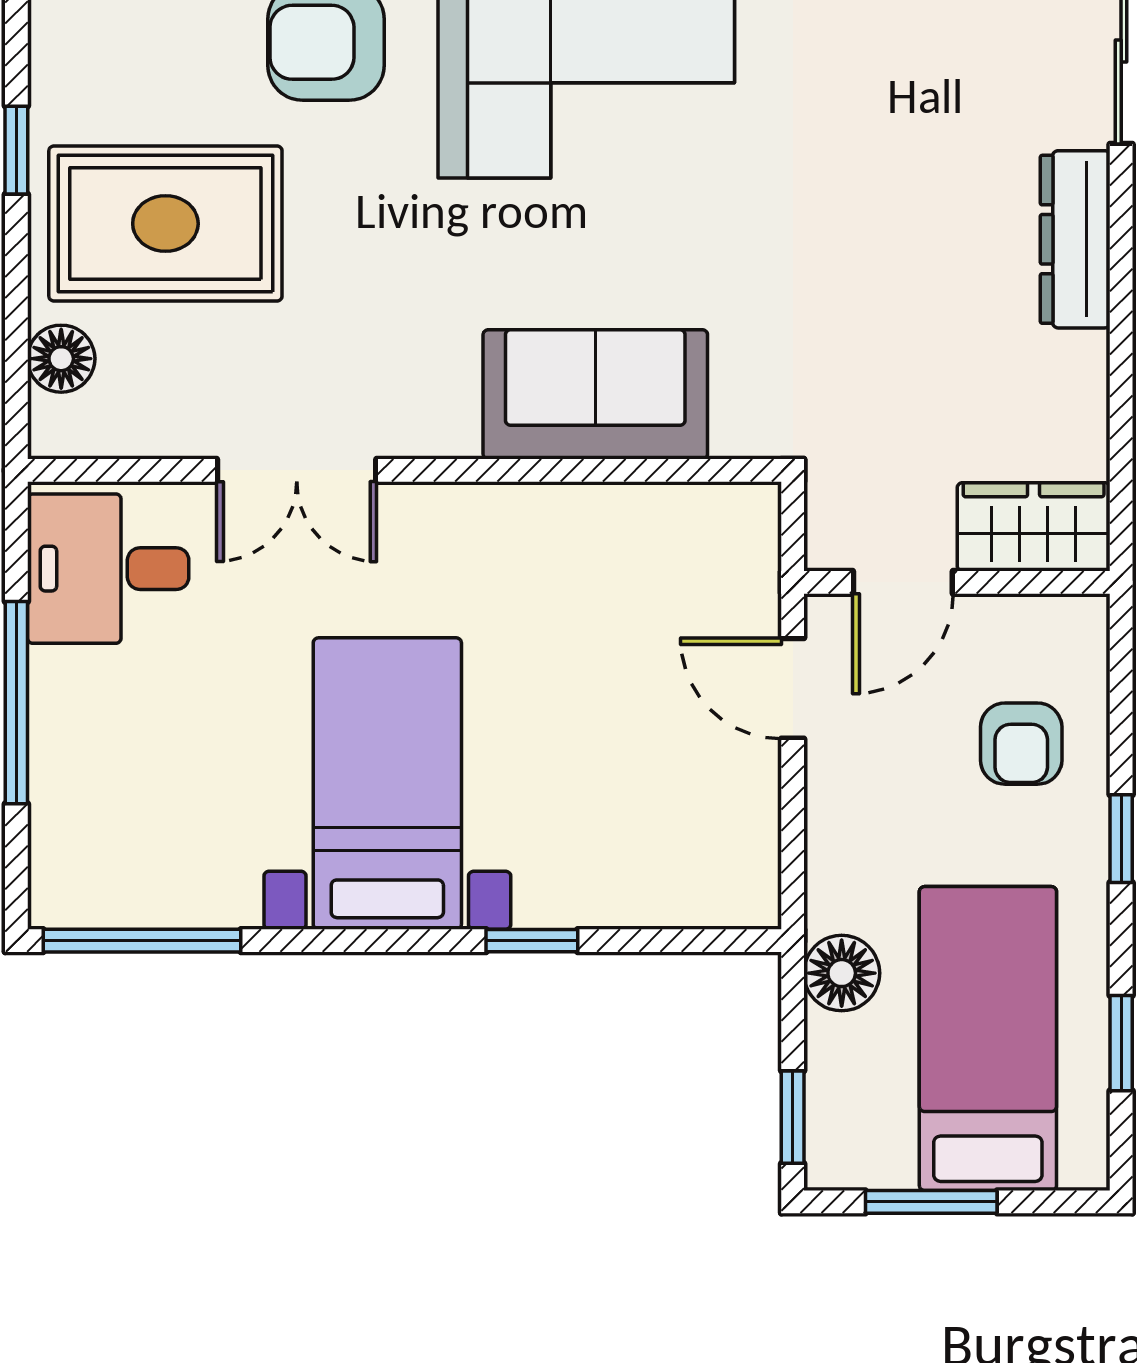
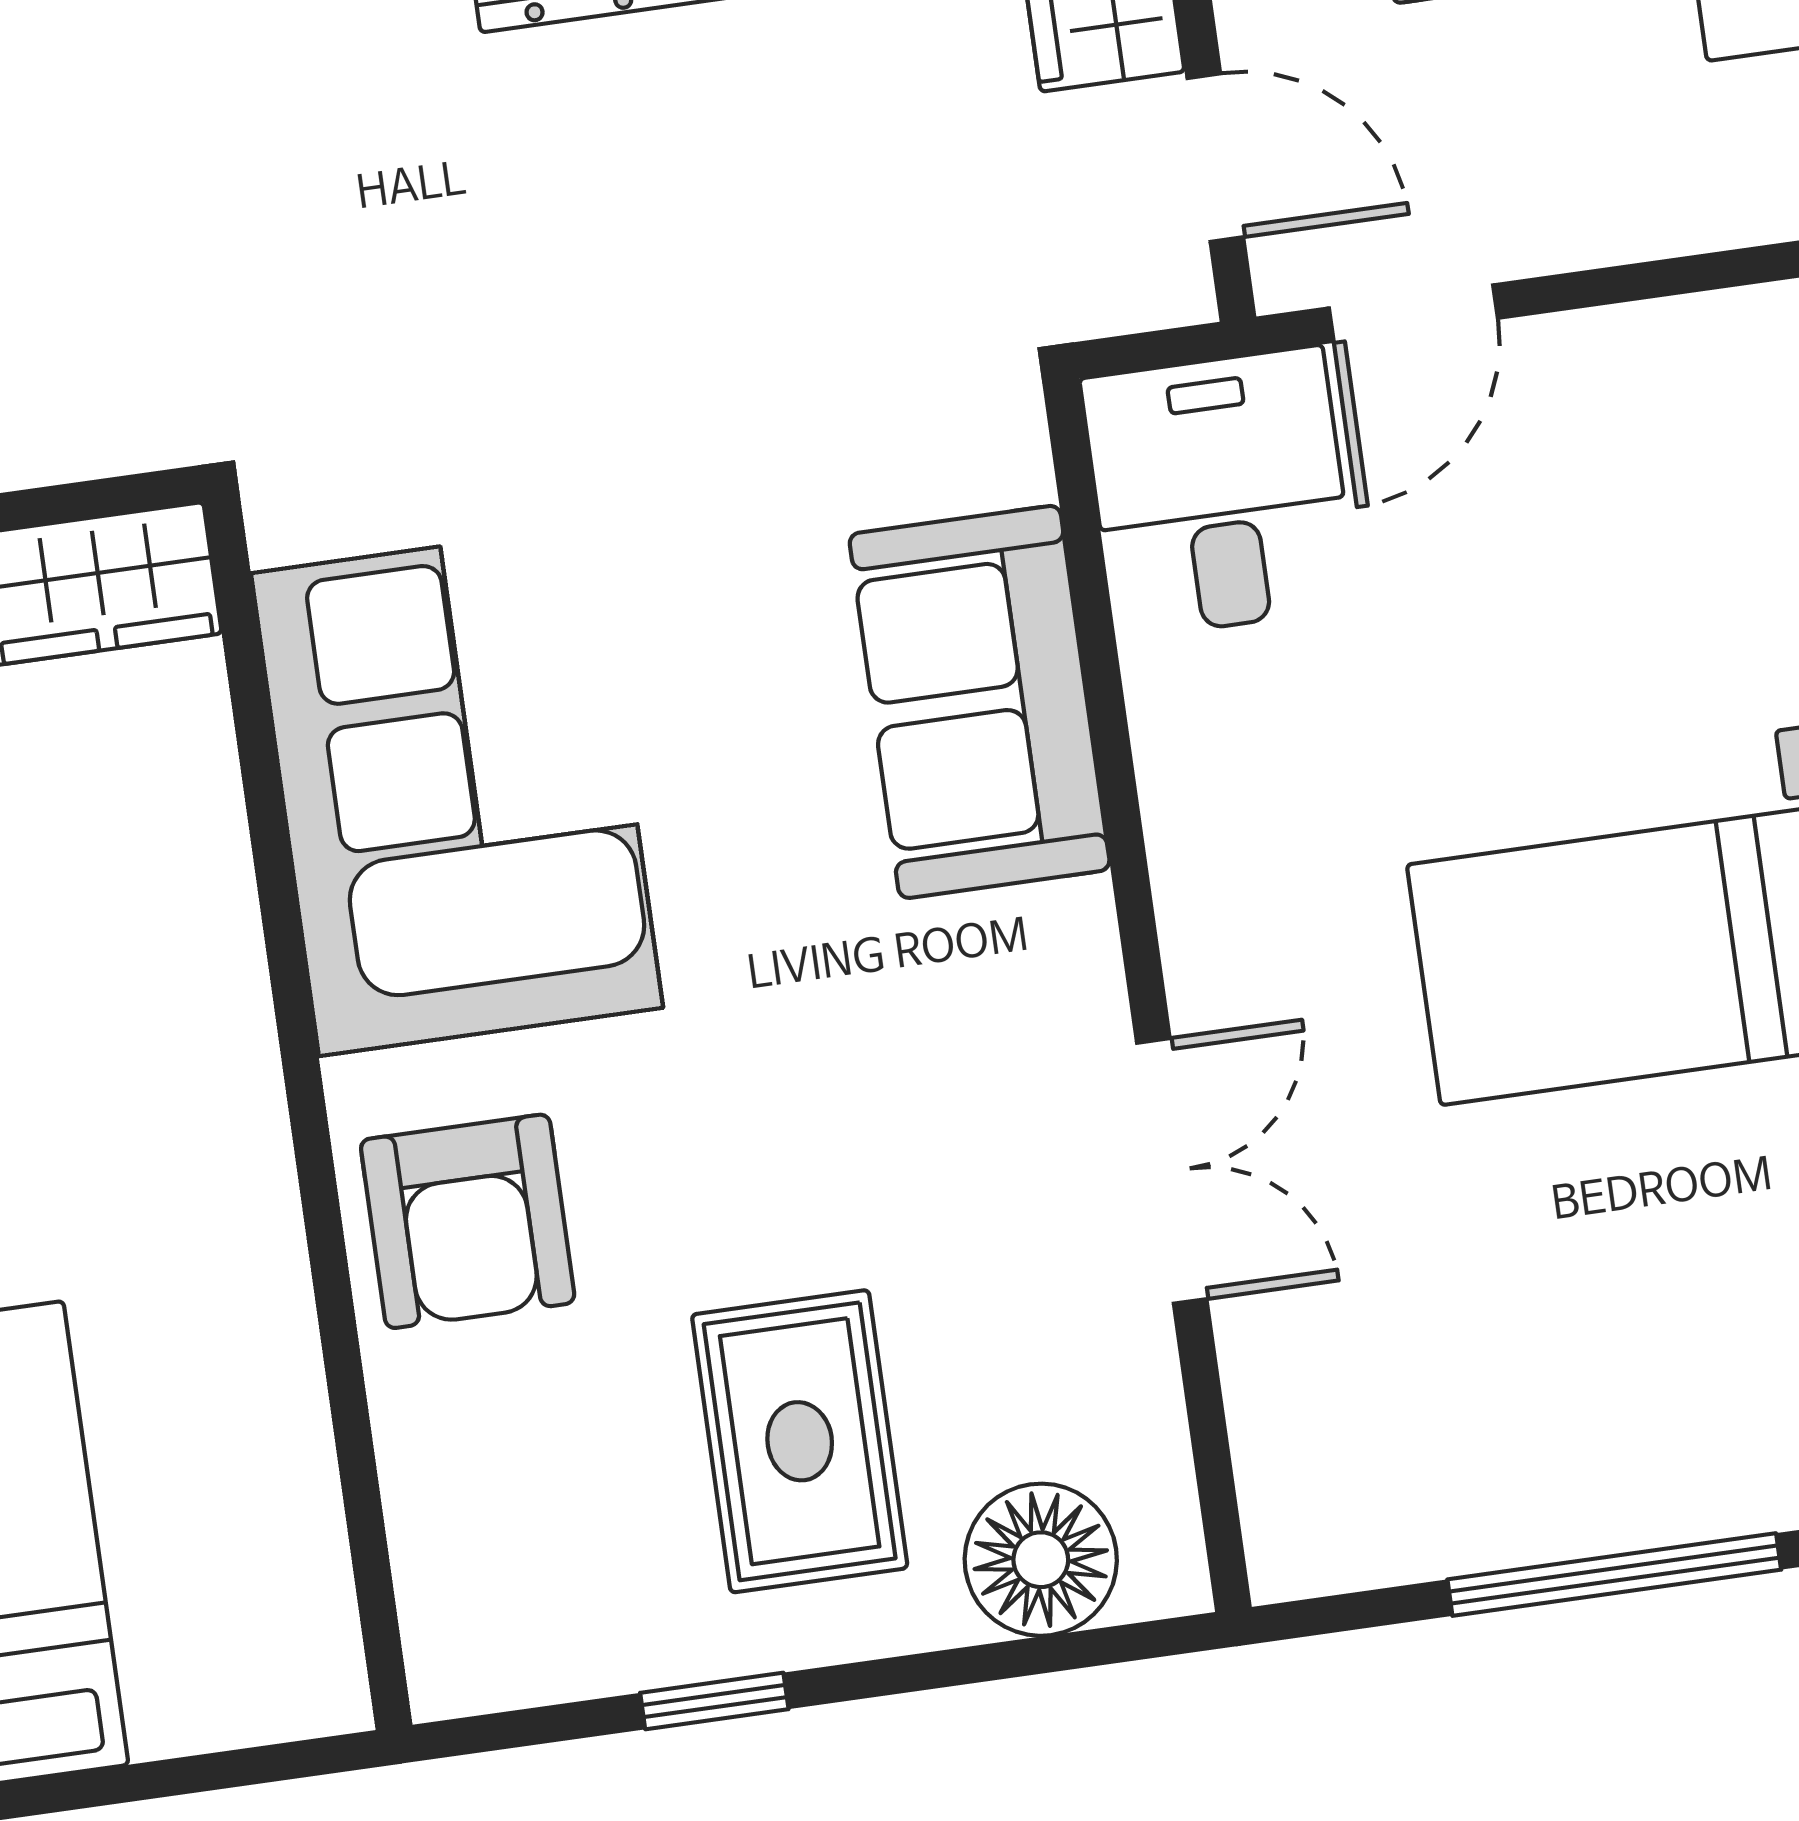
rug: (165, 224) -> (800, 1441), width x0.73, depth x0.70
floor lamp: (61, 359) -> (1041, 1560), width x1.38, depth x1.38
desk: (108, 569) -> (1219, 493), moved, turned 180

